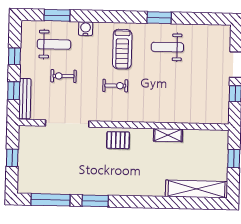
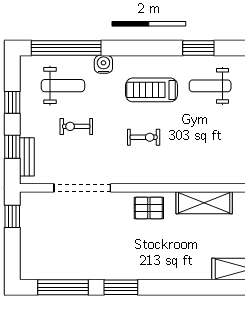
window: (57, 15) -> (66, 48), width x2.11
treadmill: (122, 49) -> (152, 90), turned 90
bench: (25, 99) -> (27, 157), width x0.73
shelving: (168, 135) -> (204, 203), width x1.50, depth x1.33
window: (12, 158) -> (12, 216), moved

